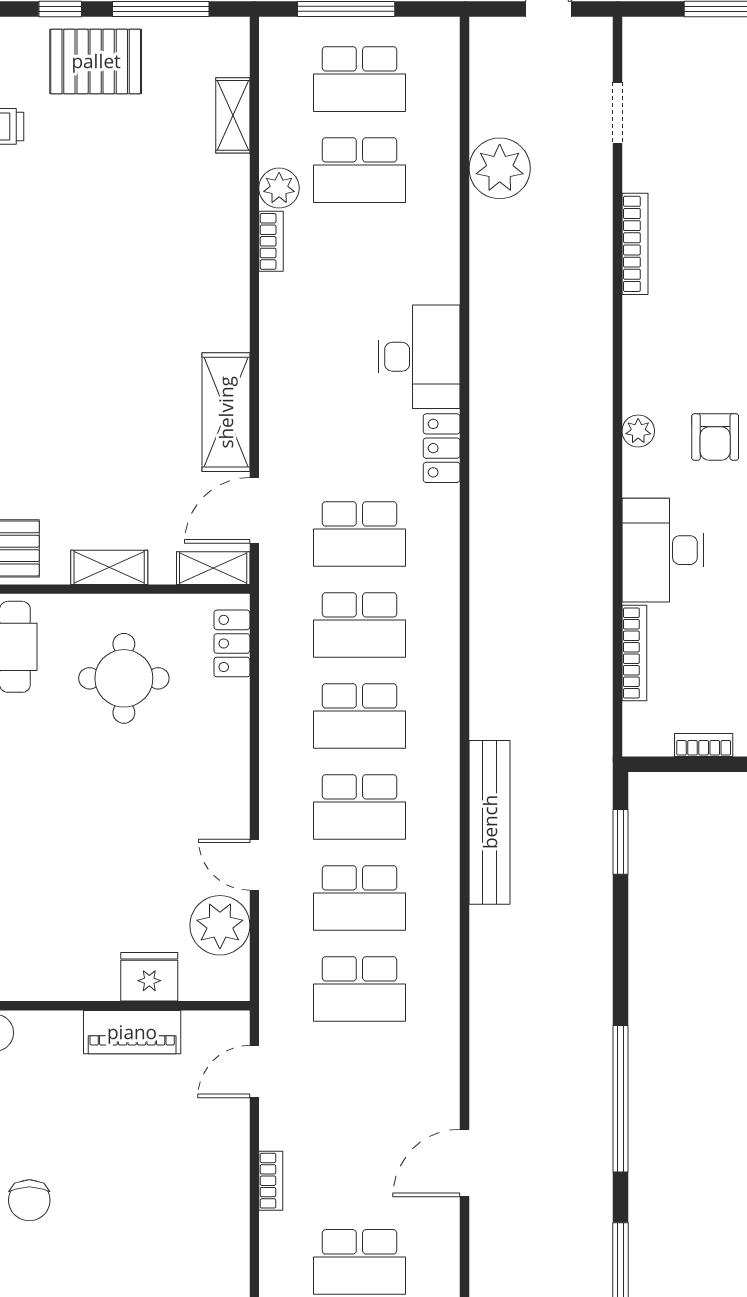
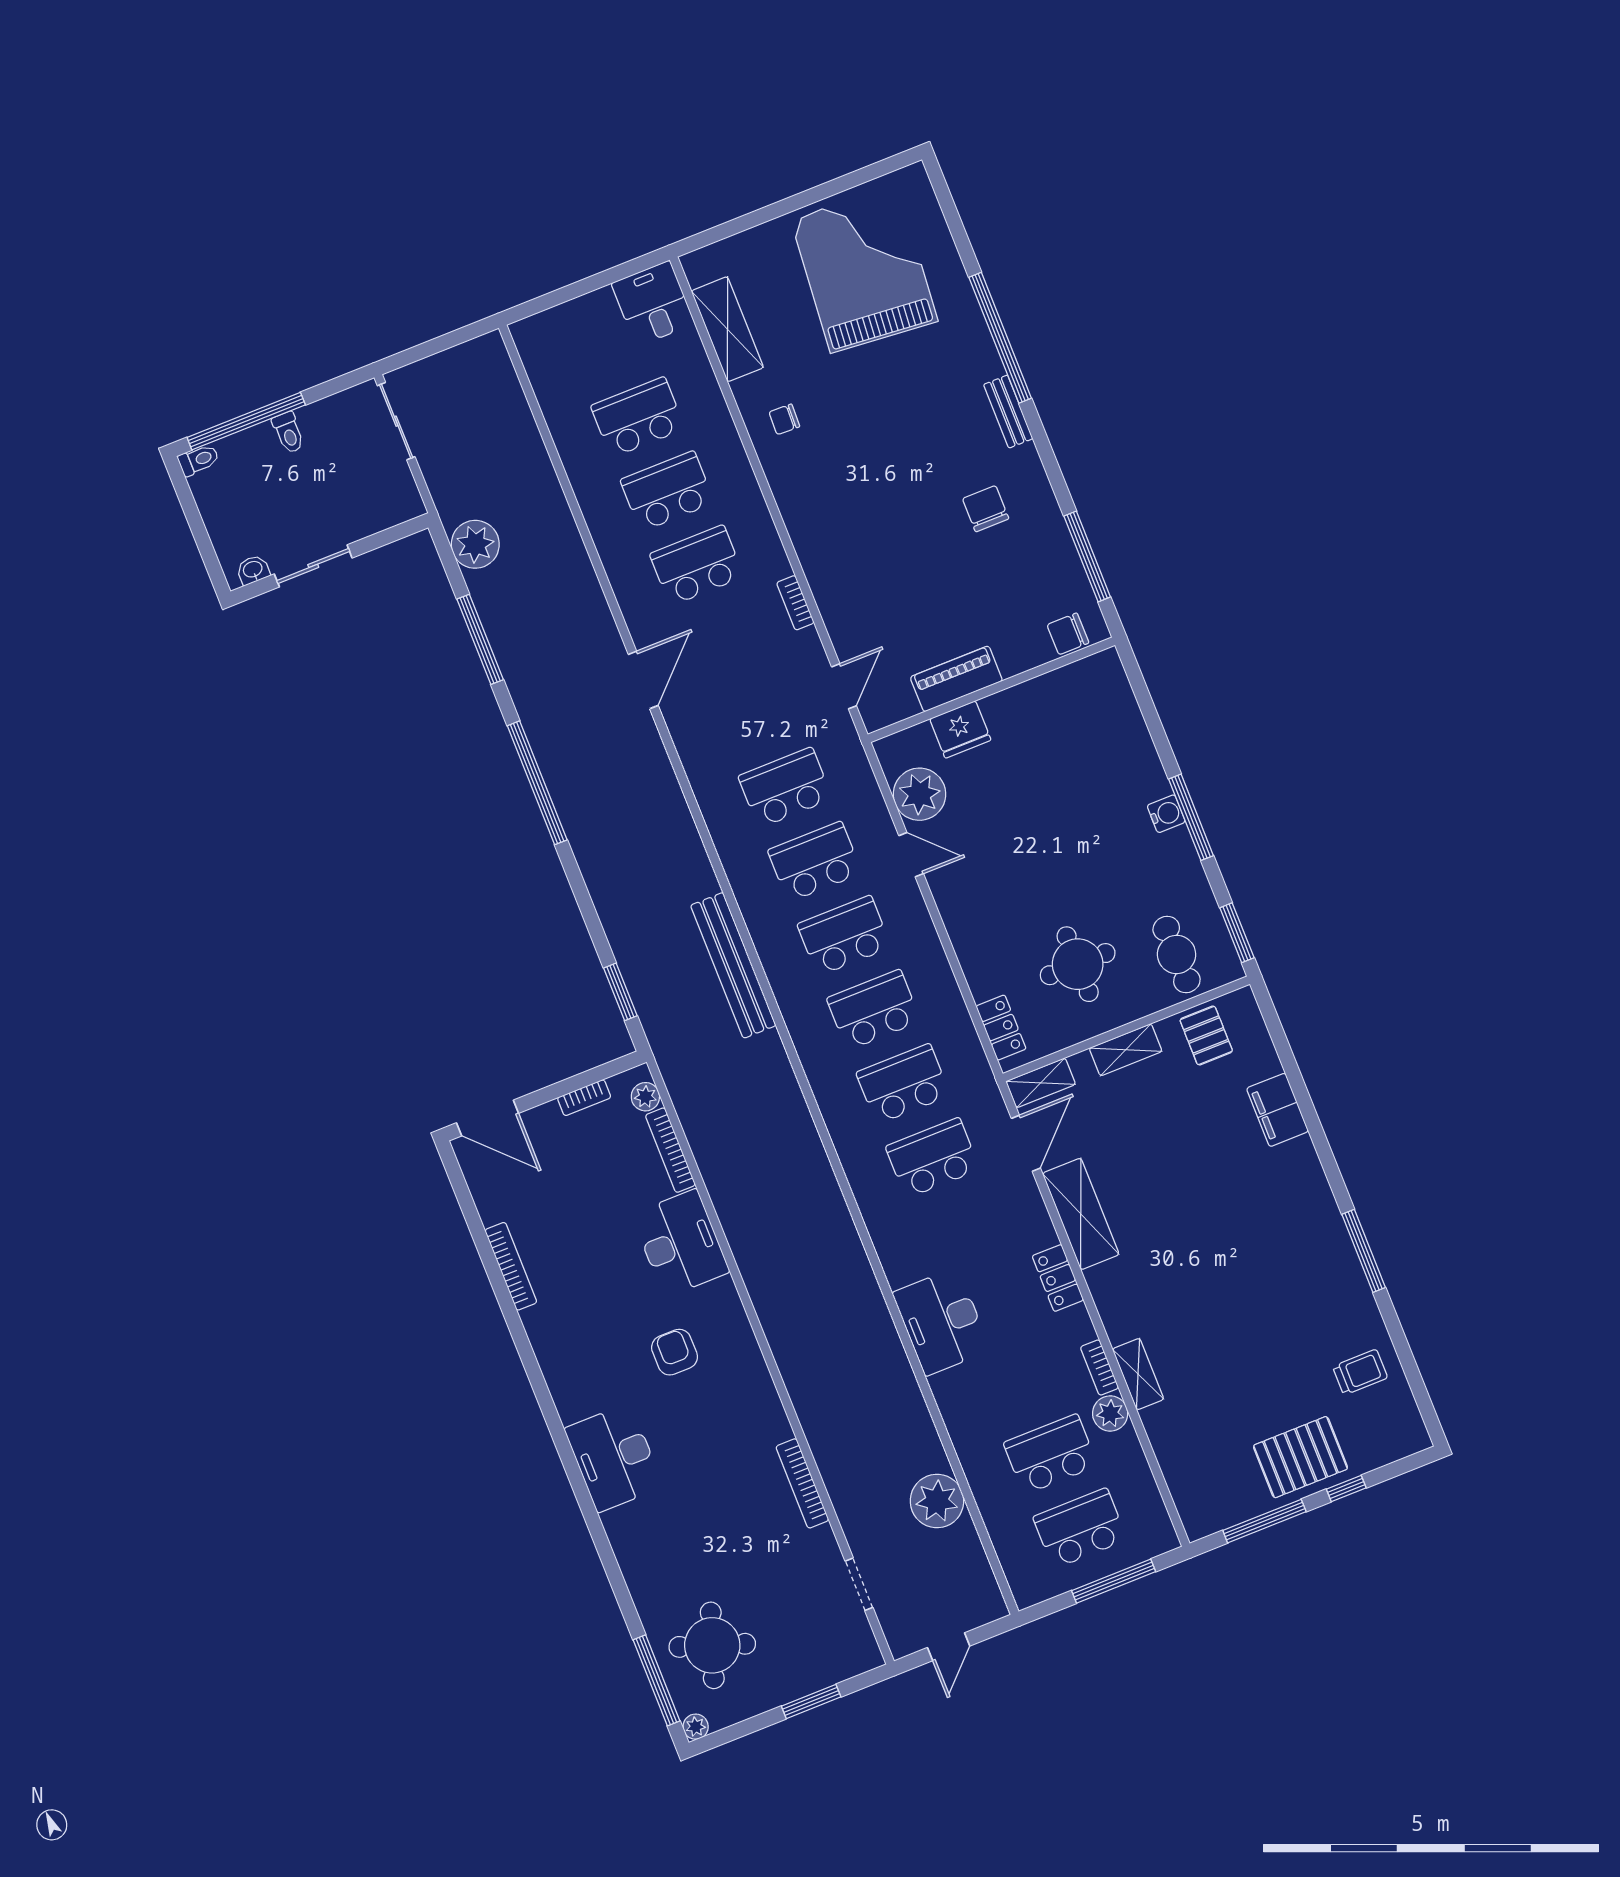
shelving: (233, 115) -> (1138, 1374), moved
plant: (638, 431) -> (645, 1097), moved
locker: (442, 448) -> (1058, 1278), moved, turned 180

